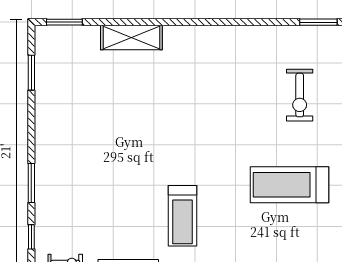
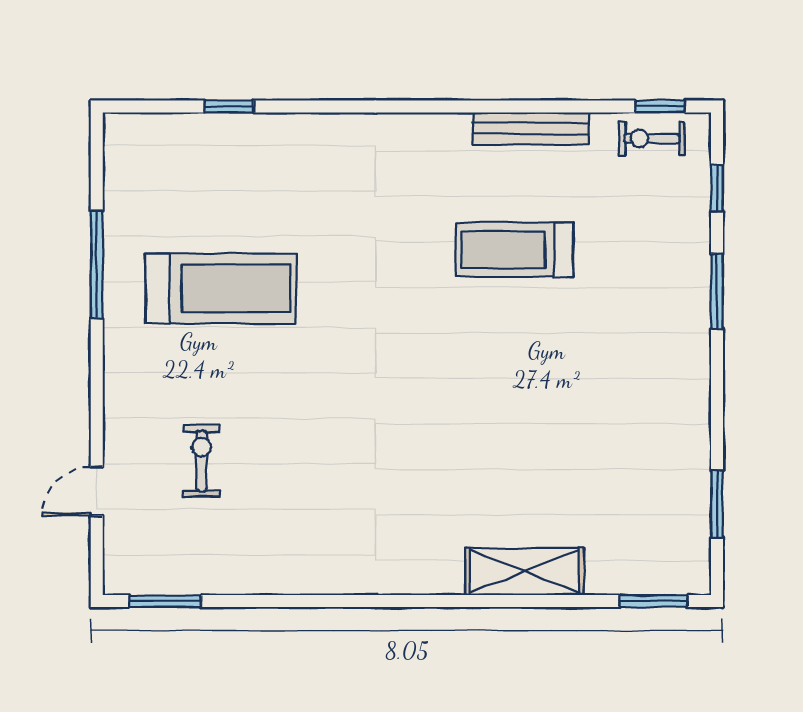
exercise bike: (300, 95) -> (201, 461), width x0.73, depth x0.72
treadmill: (182, 216) -> (515, 250), moved, turned -90

